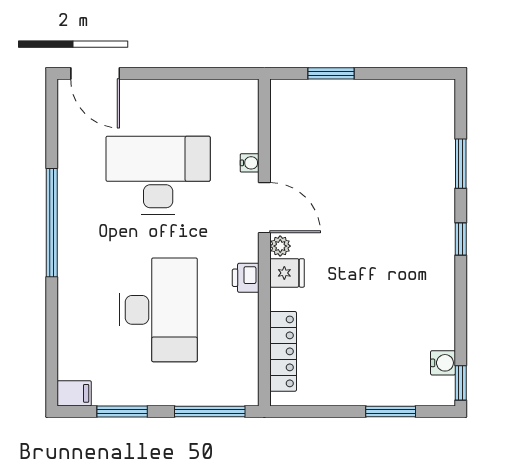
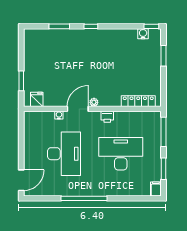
desk: (158, 175) -> (64, 154), turned 180
fridge: (287, 273) -> (37, 99), moved

